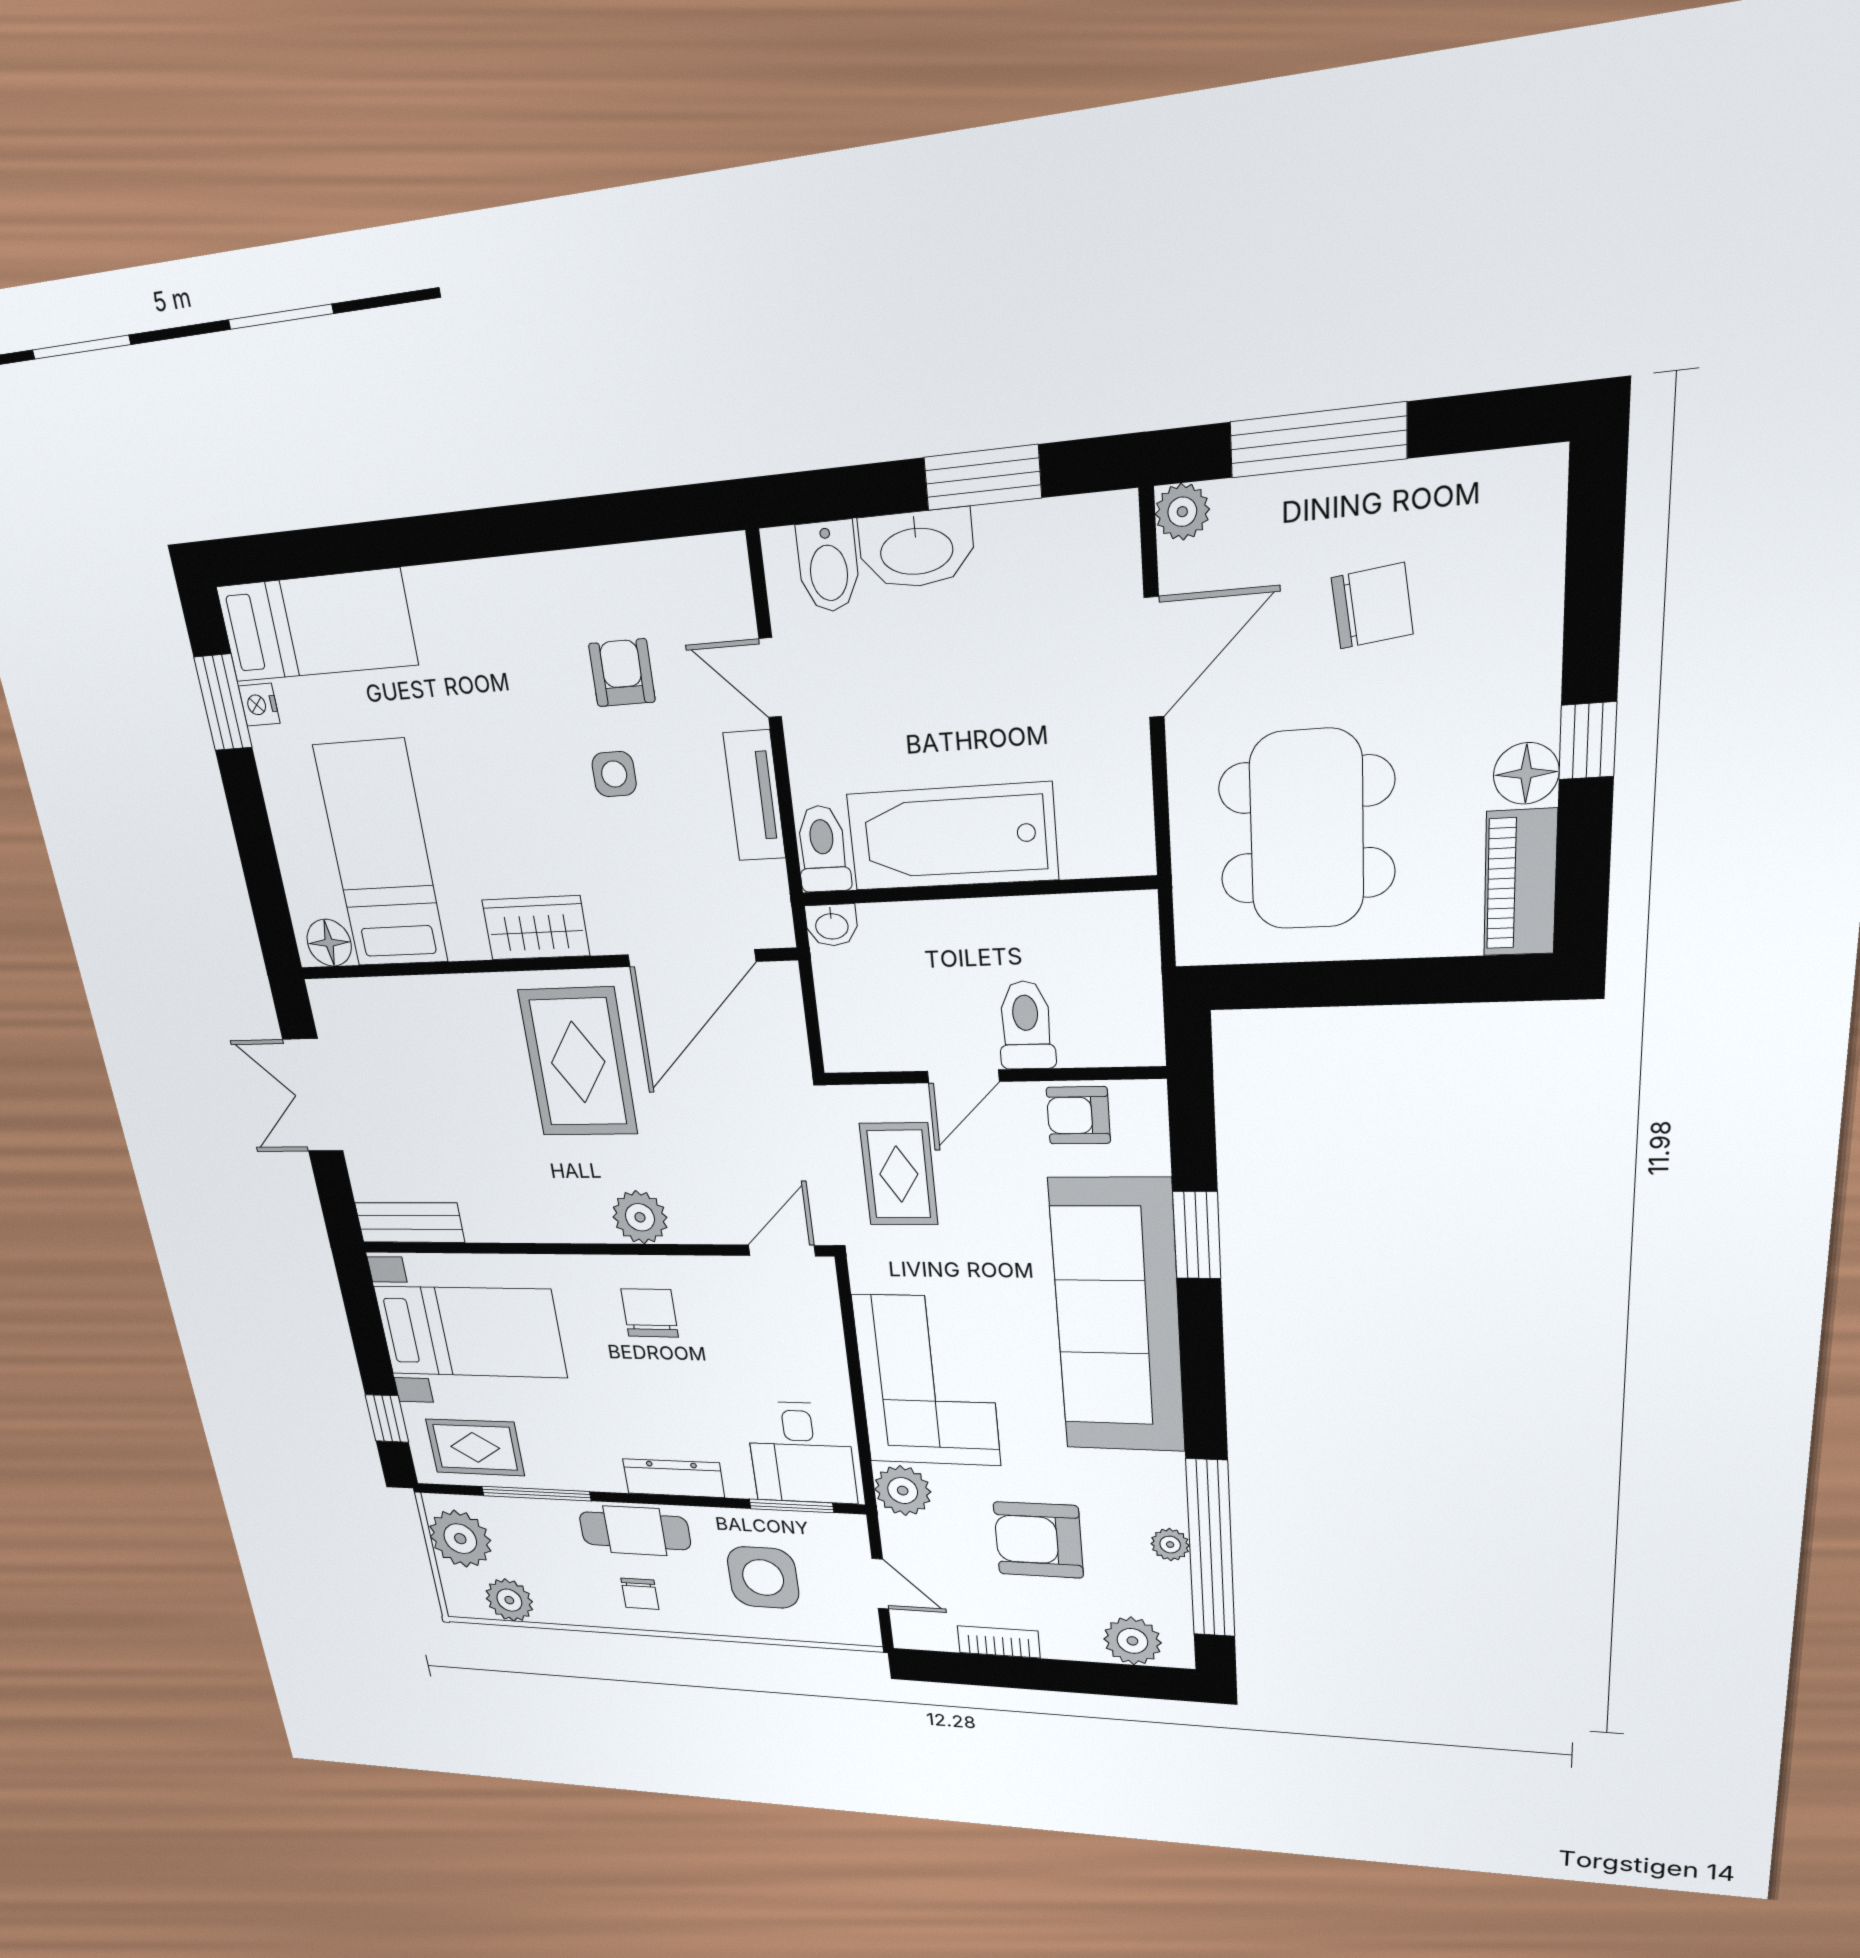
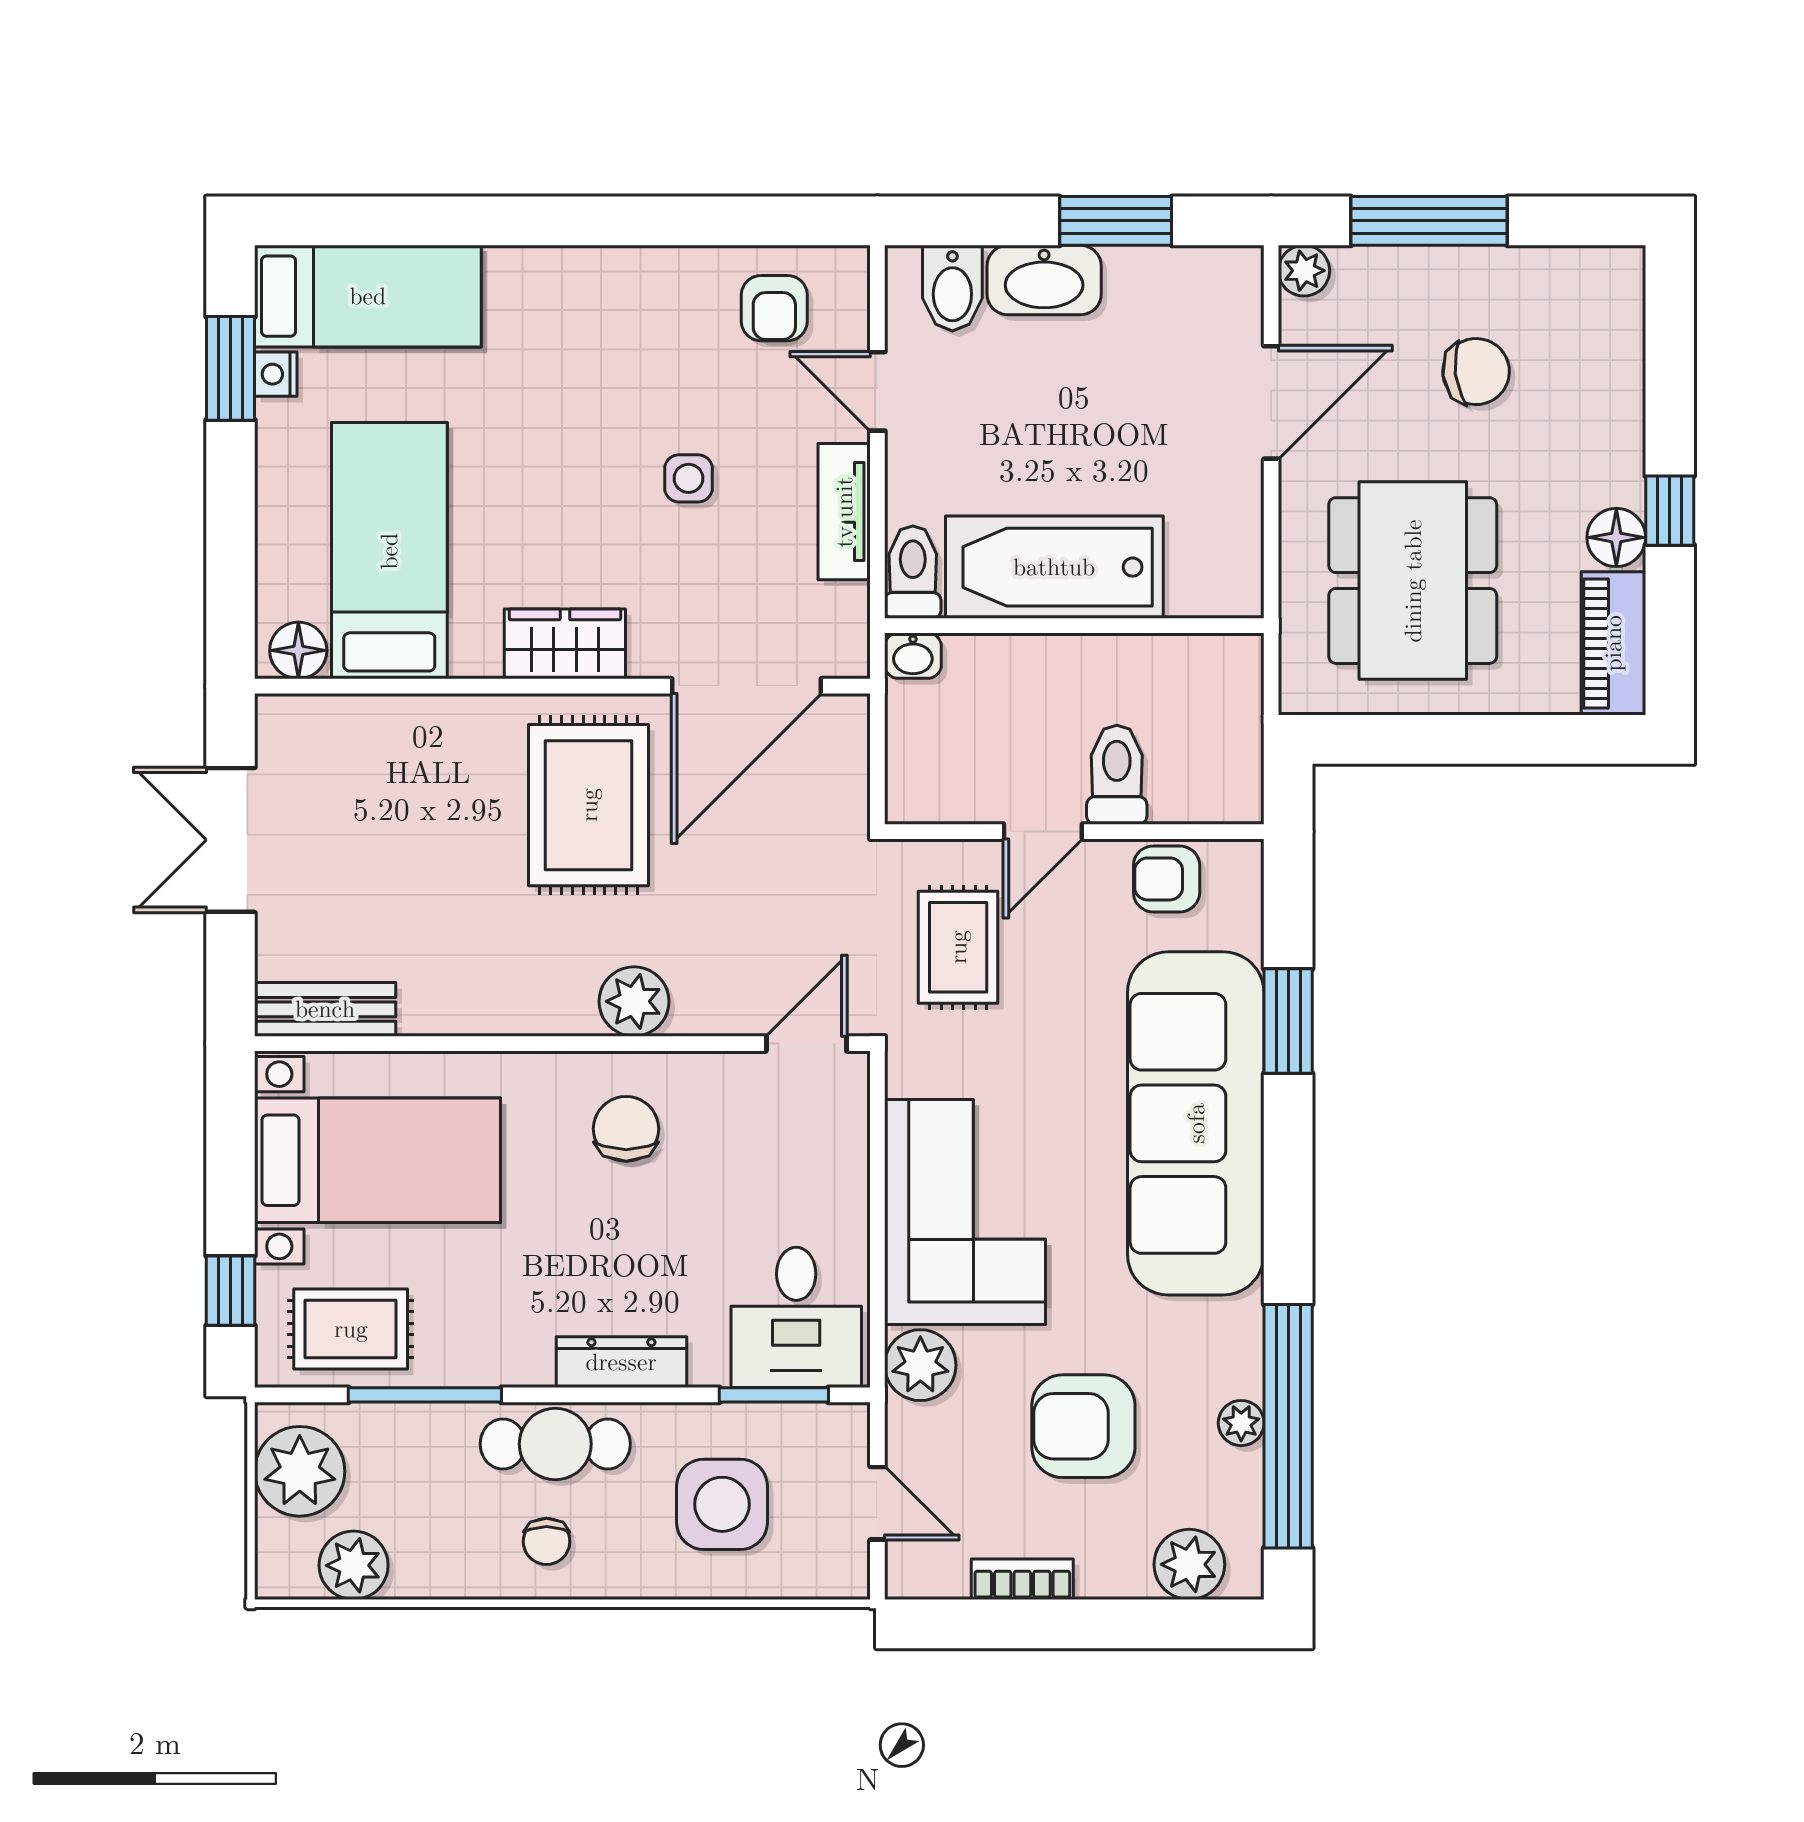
armchair: (622, 673) -> (774, 308), moved, turned 180

